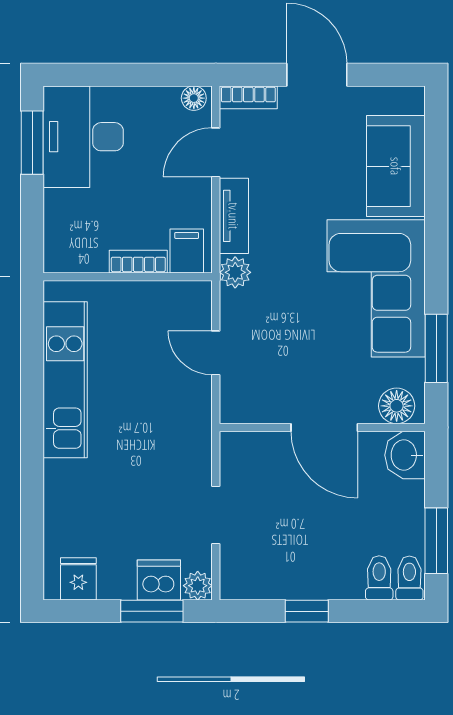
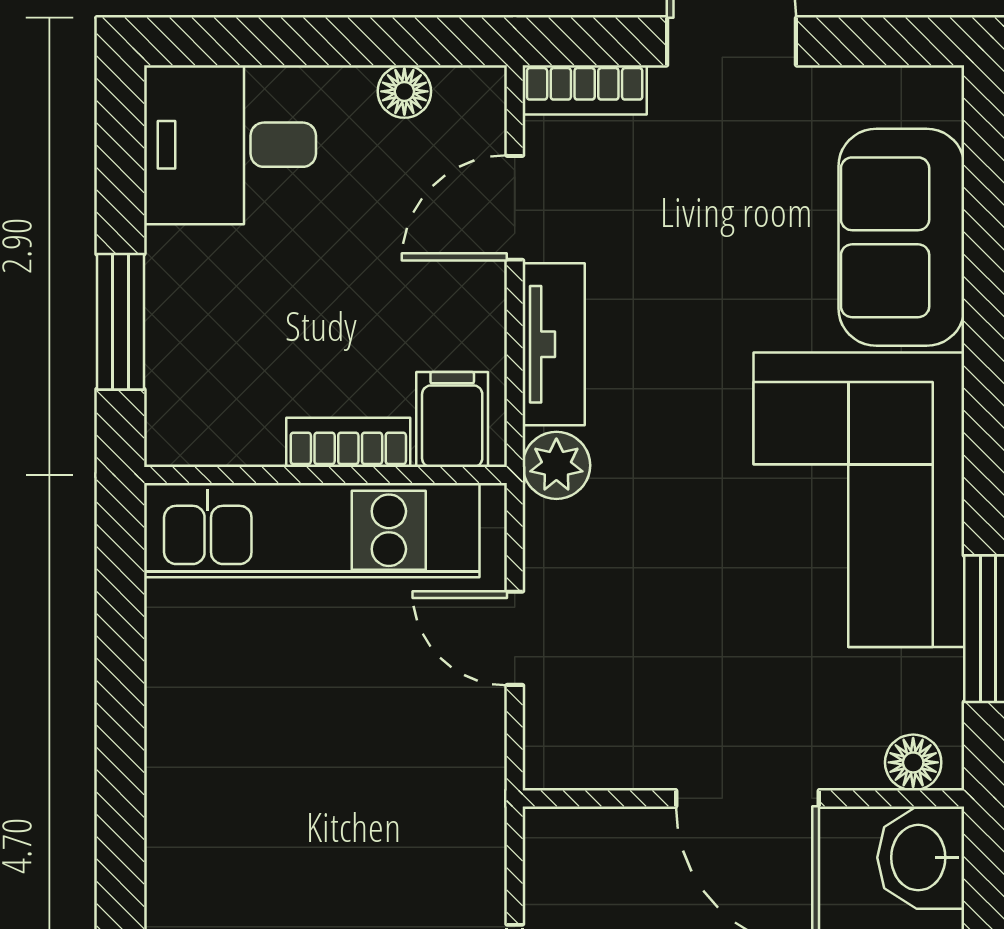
floor lamp: (194, 98) -> (404, 91), moved
desk: (83, 137) -> (230, 145), width x0.73
window: (32, 143) -> (120, 322), moved
kitchen unit: (65, 380) -> (312, 530), moved, turned 90
floor lamp: (397, 406) -> (913, 762), width x0.73, depth x0.73

